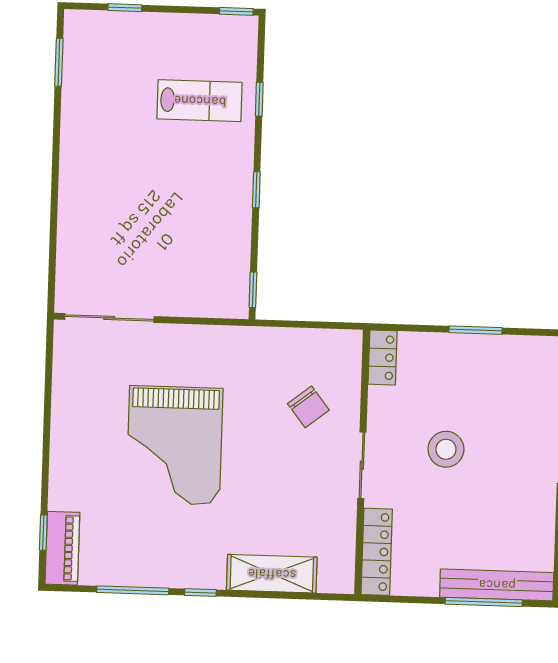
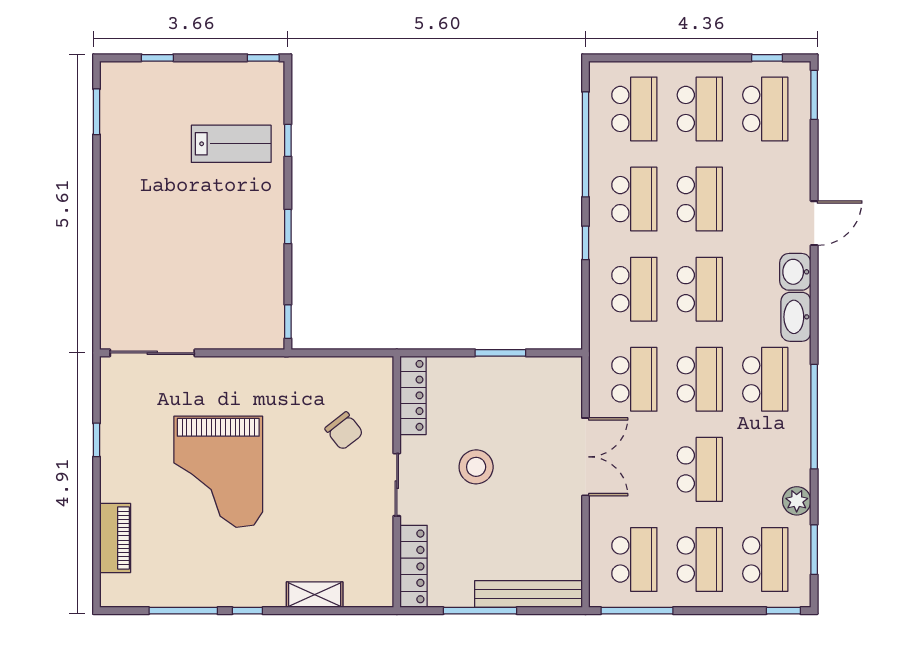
locker: (383, 357) -> (413, 395), width x1.53
window: (43, 533) -> (96, 440), moved
piano: (62, 548) -> (115, 538), moved
shelving: (272, 574) -> (315, 595), width x0.67, depth x0.75
window: (484, 602) -> (480, 611), moved

